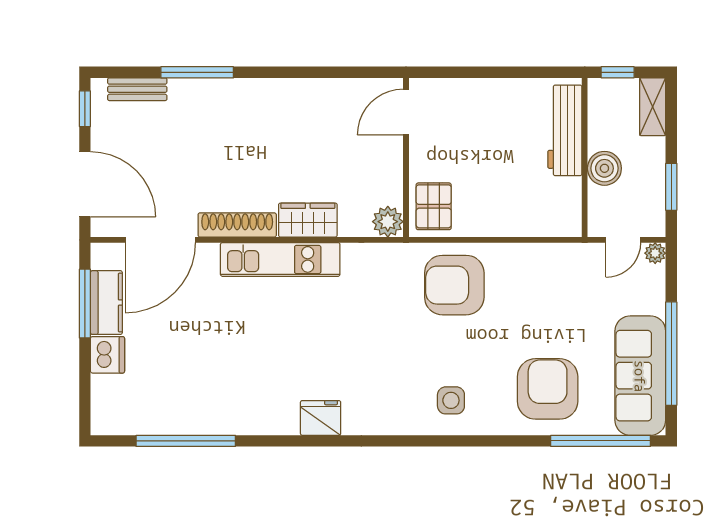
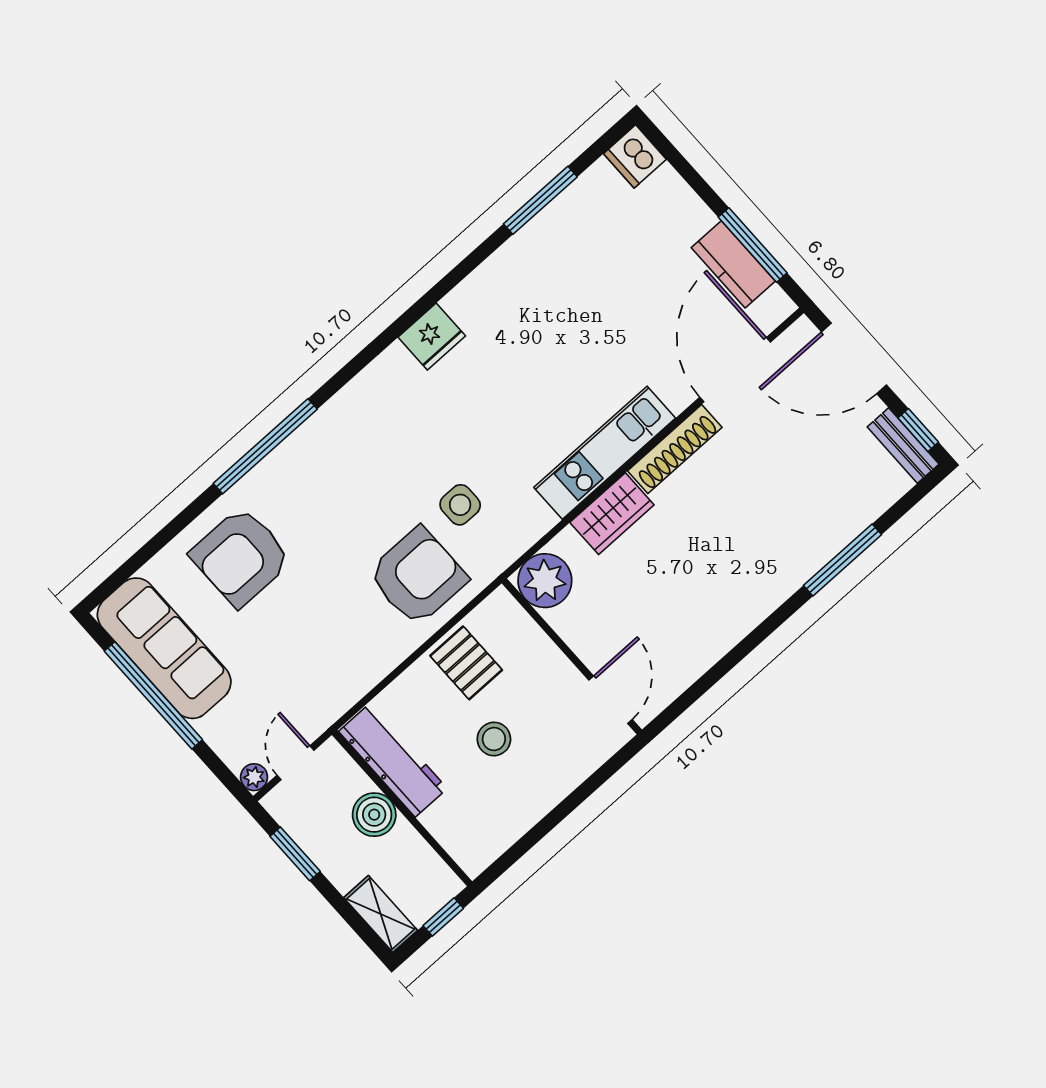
bench: (137, 89) -> (903, 446), moved, turned 90
workbench: (565, 130) -> (393, 760), moved
stool: (495, 150) -> (494, 739), added
pallet: (434, 206) -> (466, 663), moved
plant: (388, 222) -> (545, 581), width x1.36, depth x1.36
dishwasher: (107, 355) -> (635, 156), moved
armchair: (548, 389) -> (241, 557), turned 90
side table: (451, 400) -> (460, 505), moved
window: (186, 441) -> (540, 200), width x0.68
window: (601, 441) -> (265, 446), moved

